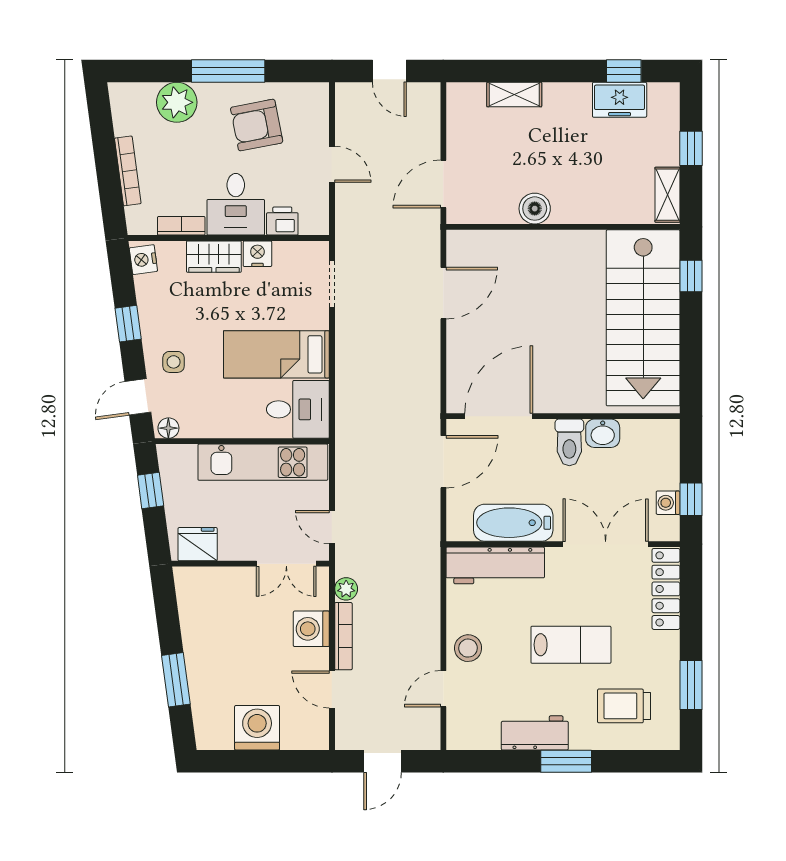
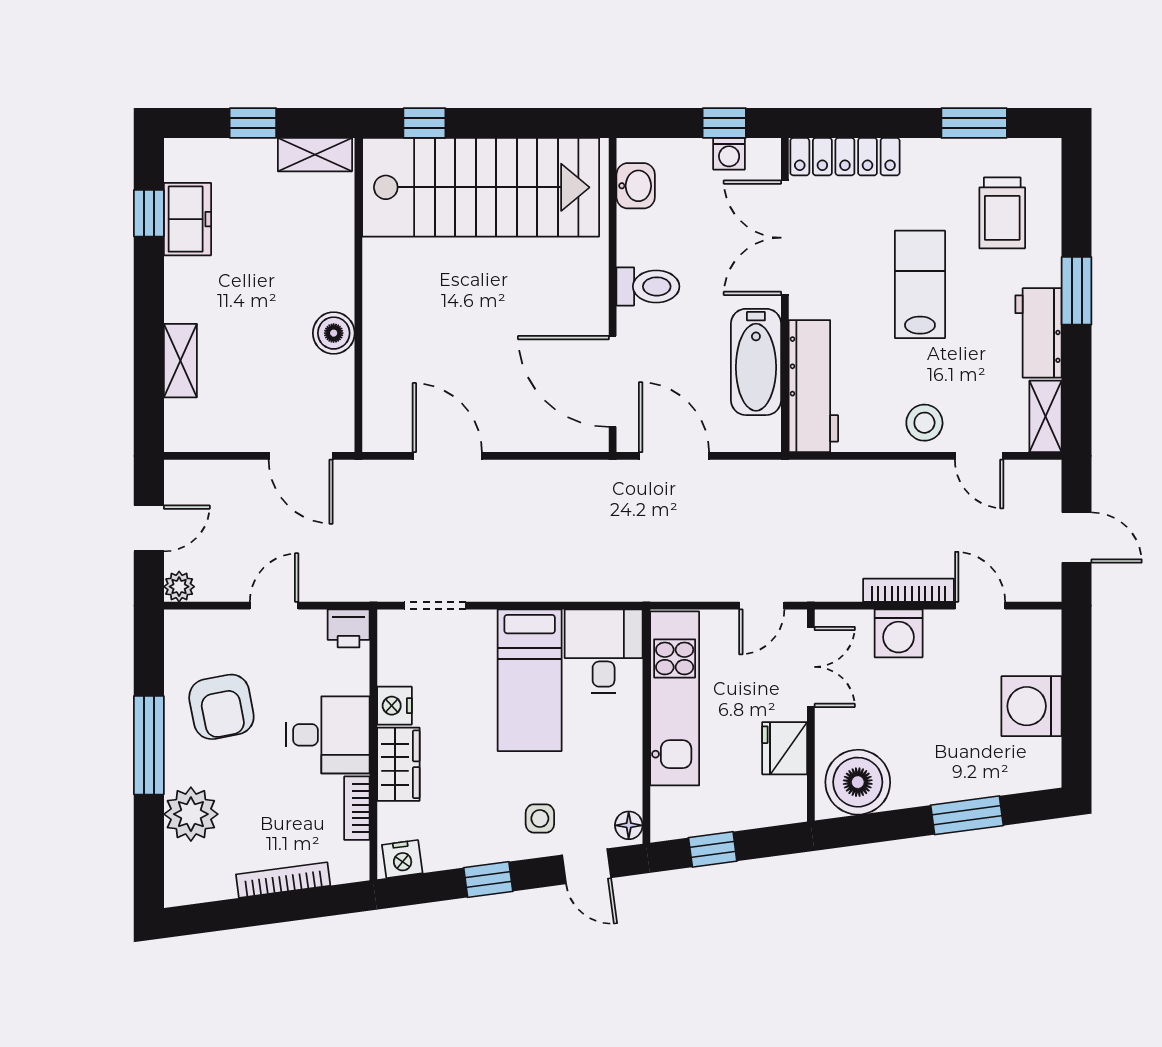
printer: (282, 221) -> (349, 628), moved, turned -90
washbasin: (603, 433) -> (636, 186), moved
fridge: (198, 544) -> (785, 748), moved
plant: (346, 589) -> (179, 587), moved
boiler: (201, 598) -> (858, 782), added
door: (332, 690) -> (980, 606), swing flipped
shelving: (473, 738) -> (1045, 416), added

